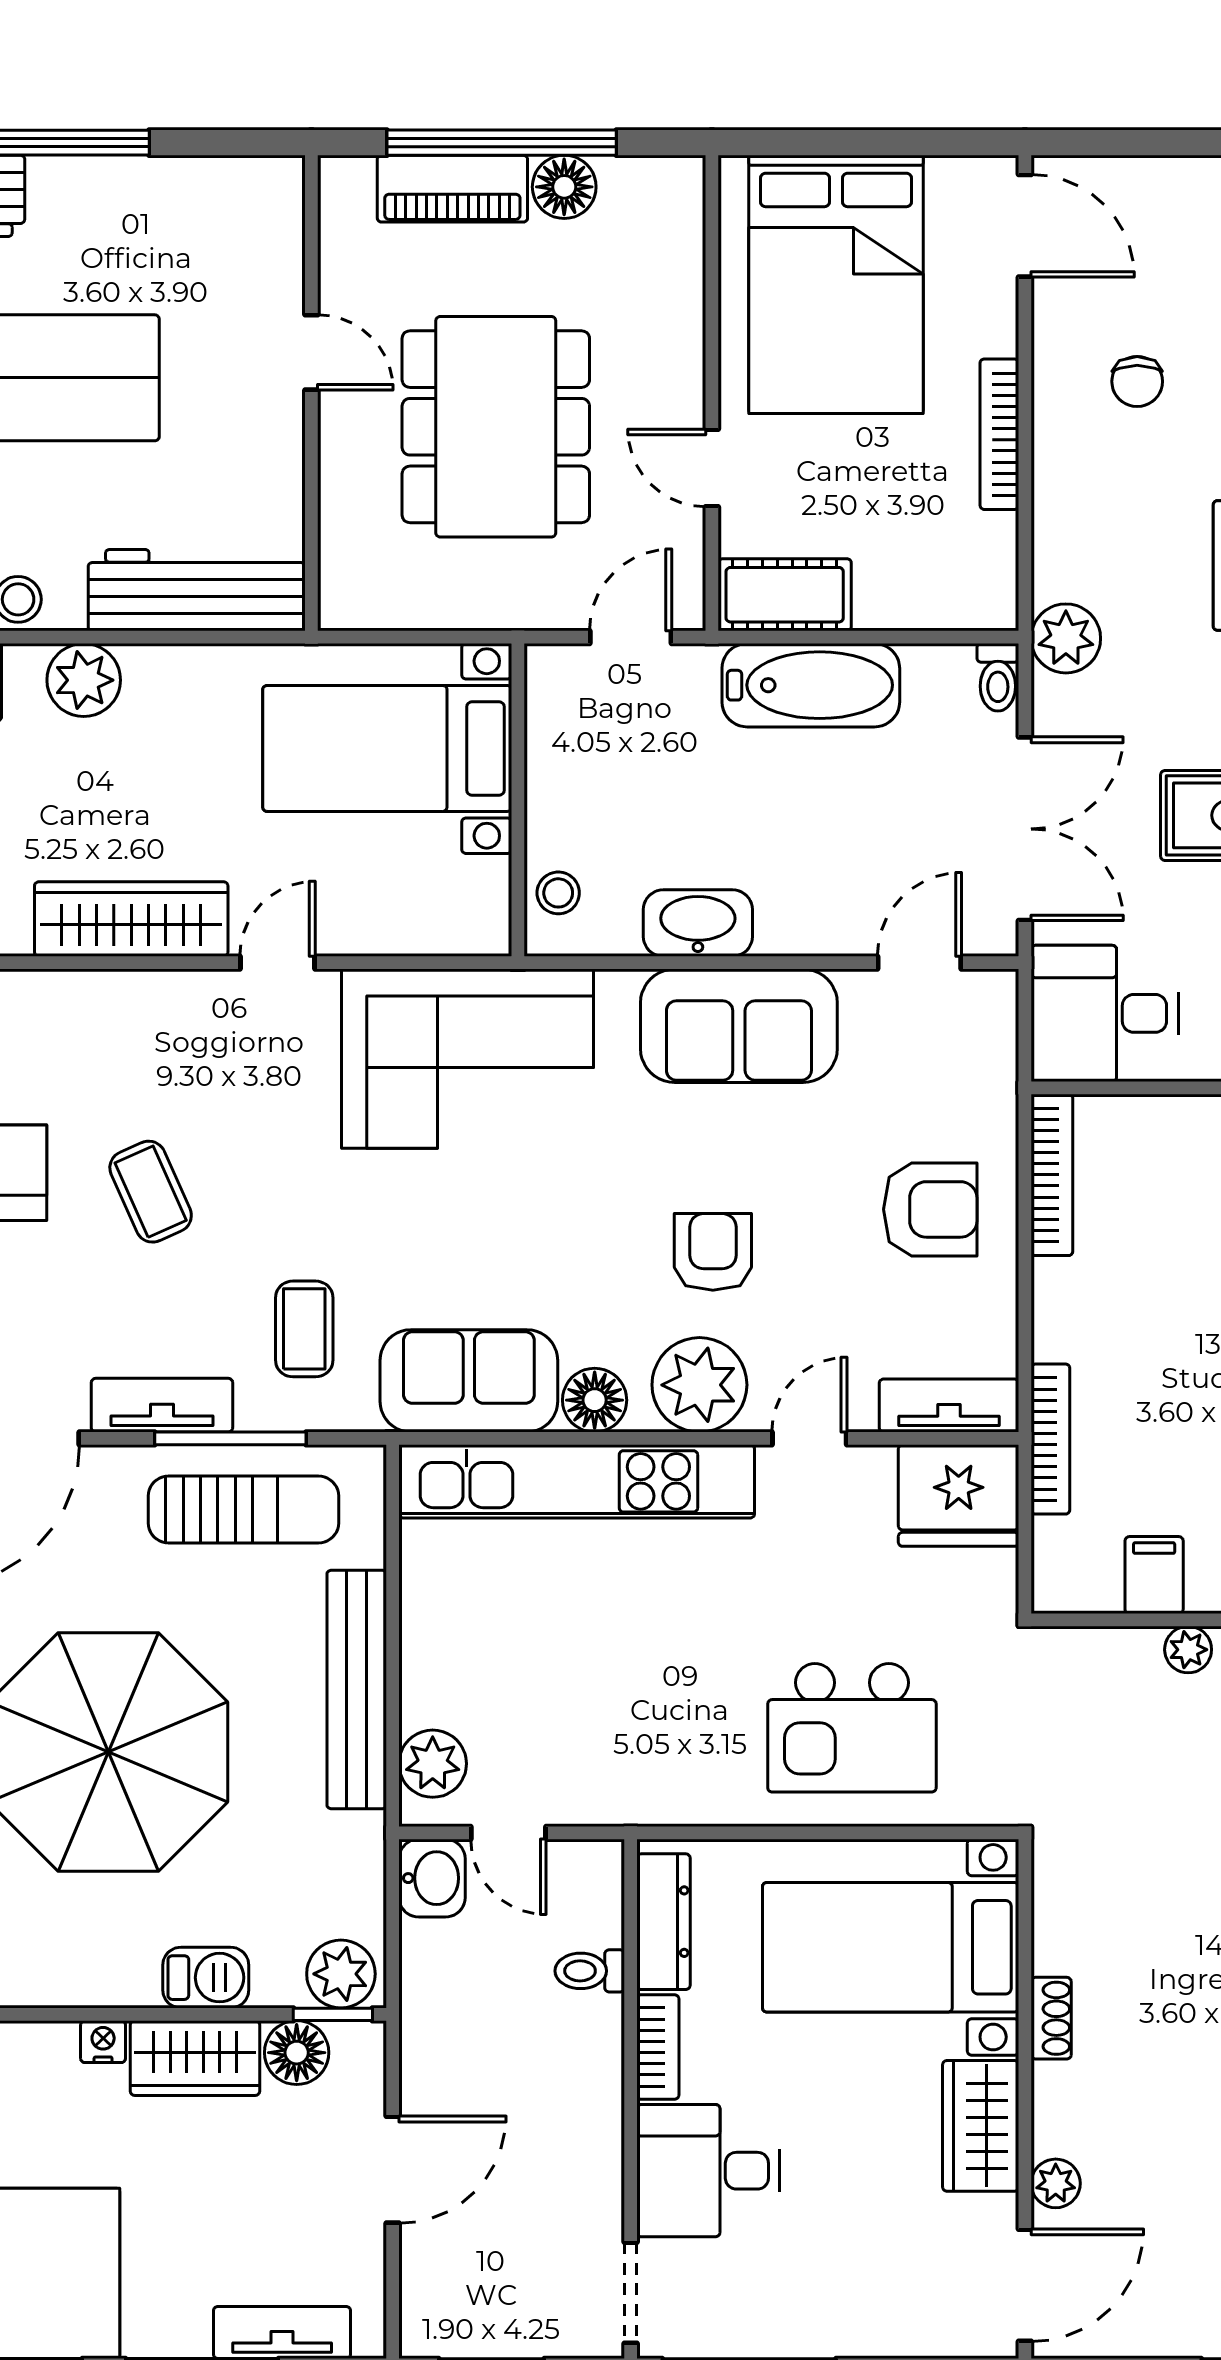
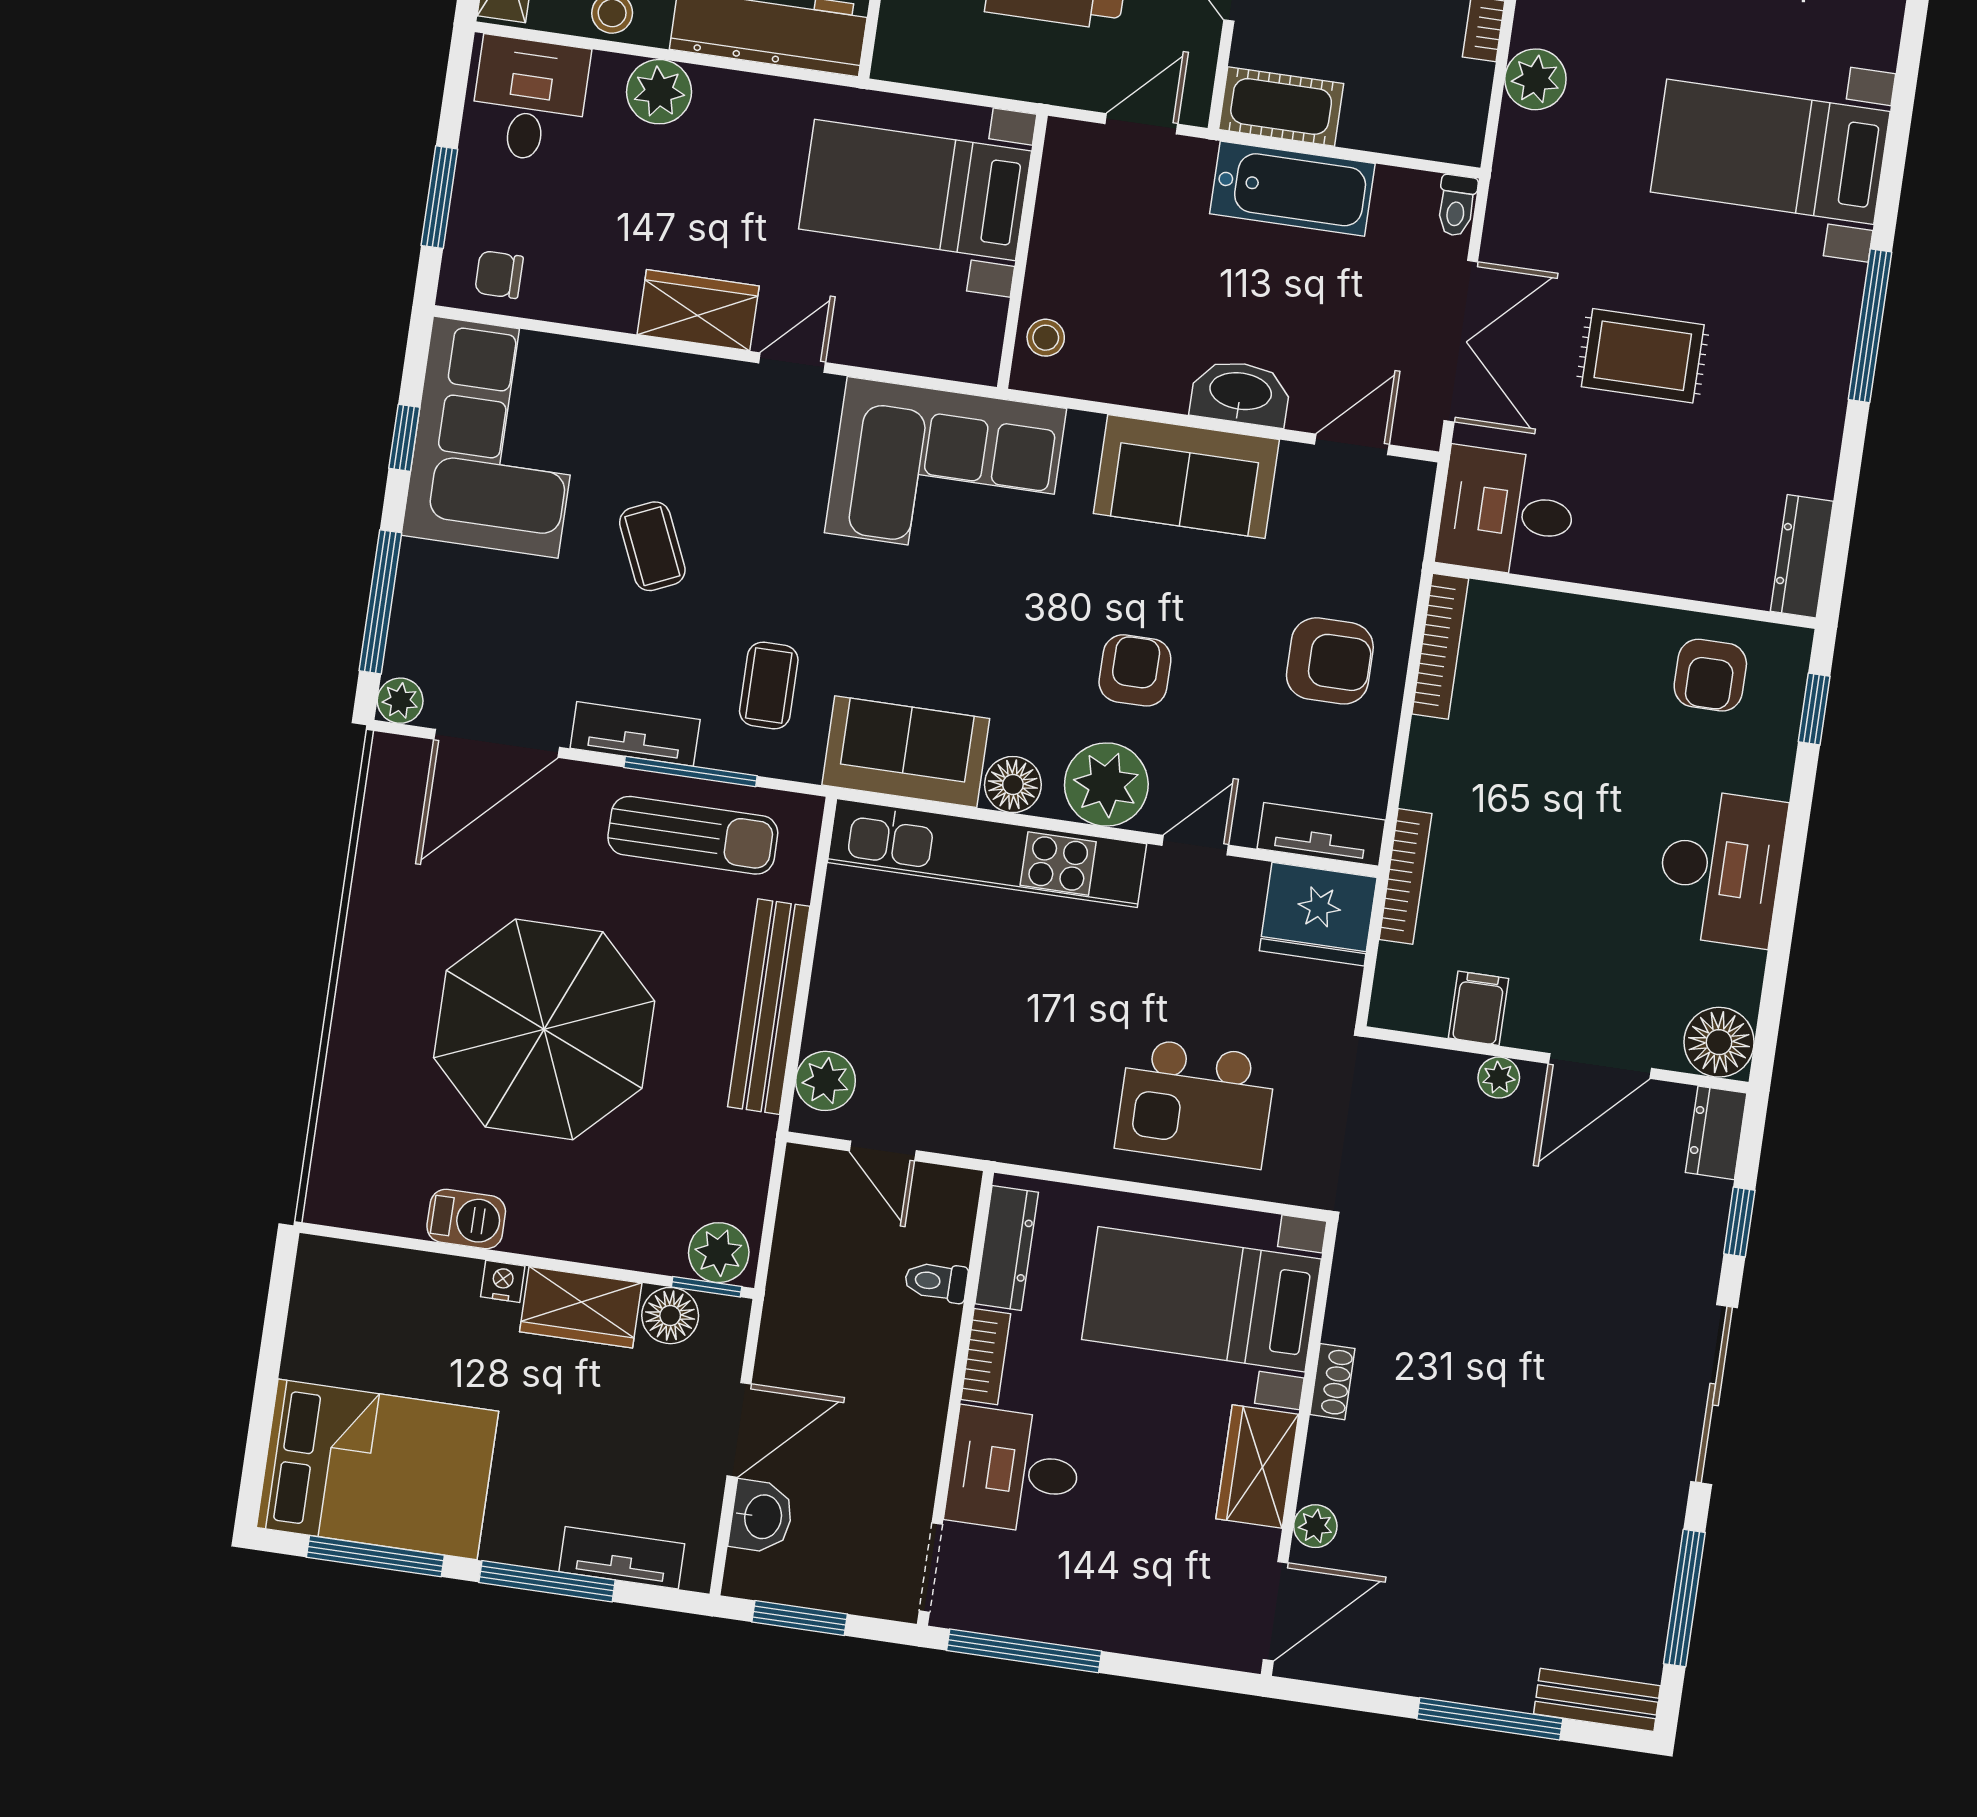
plant: (1066, 638) -> (1535, 79), moved
wardrobe: (131, 919) -> (698, 310), width x0.67
washbasin: (698, 923) -> (1240, 393), moved
washbasin: (432, 1878) -> (761, 1517), moved
barbecue: (206, 1978) -> (466, 1219), moved

